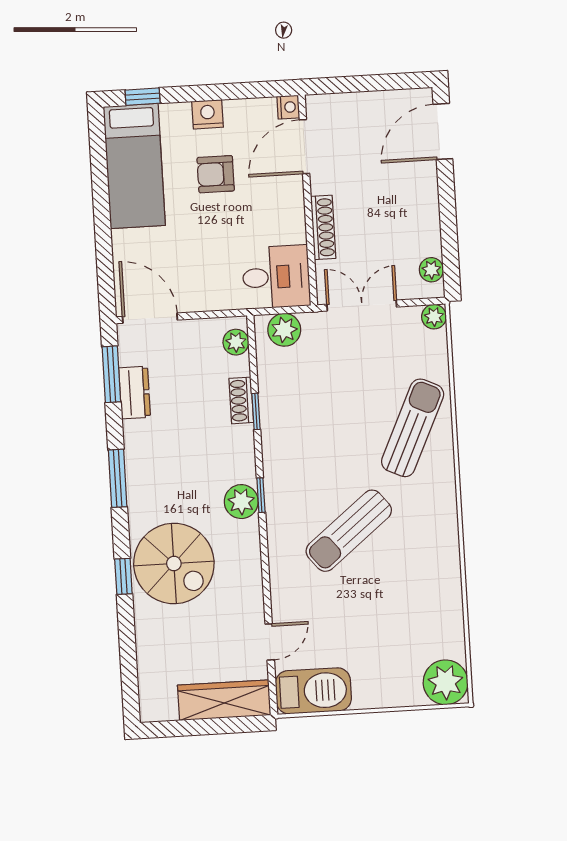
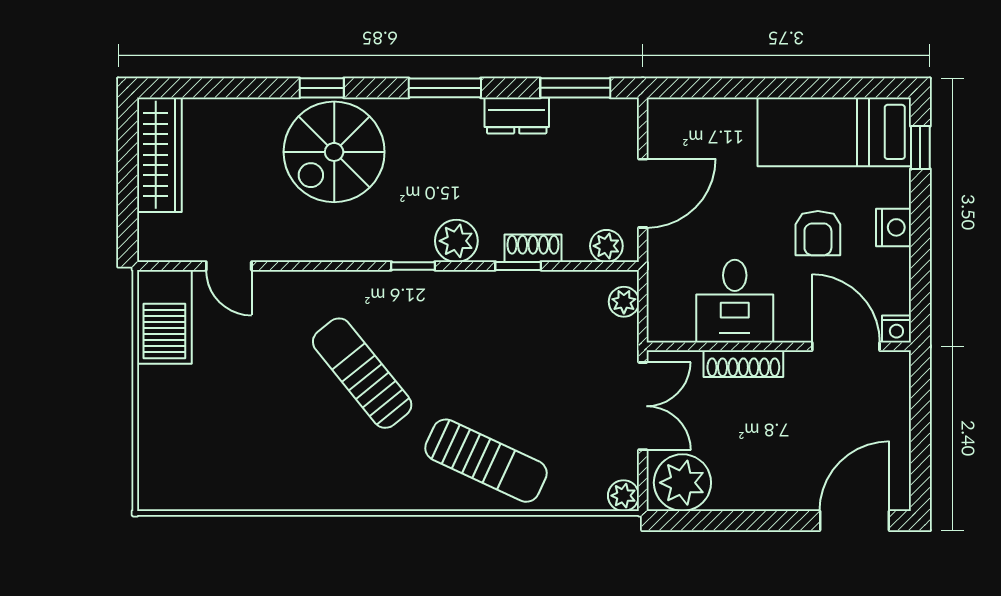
door: (443, 131) -> (855, 521), hinge flipped
armchair: (216, 174) -> (818, 233), turned 180
plant: (431, 270) -> (682, 483), width x1.87, depth x1.87
desk: (276, 277) -> (735, 301), moved
door: (150, 318) -> (643, 193), moved
plant: (284, 330) -> (624, 302), width x0.73, depth x0.73
dresser: (135, 393) -> (517, 116), moved
plant: (241, 502) -> (456, 241), moved
plant: (446, 682) -> (165, 483), removed
wardrobe: (224, 700) -> (159, 155), moved

